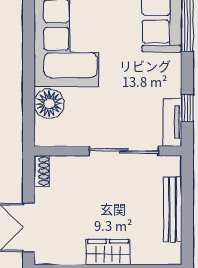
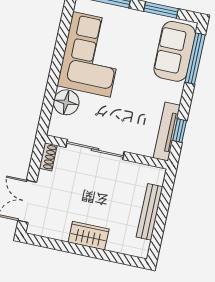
tv unit: (172, 122) -> (167, 132), width x1.41
sliding door: (124, 151) -> (95, 149), moved

